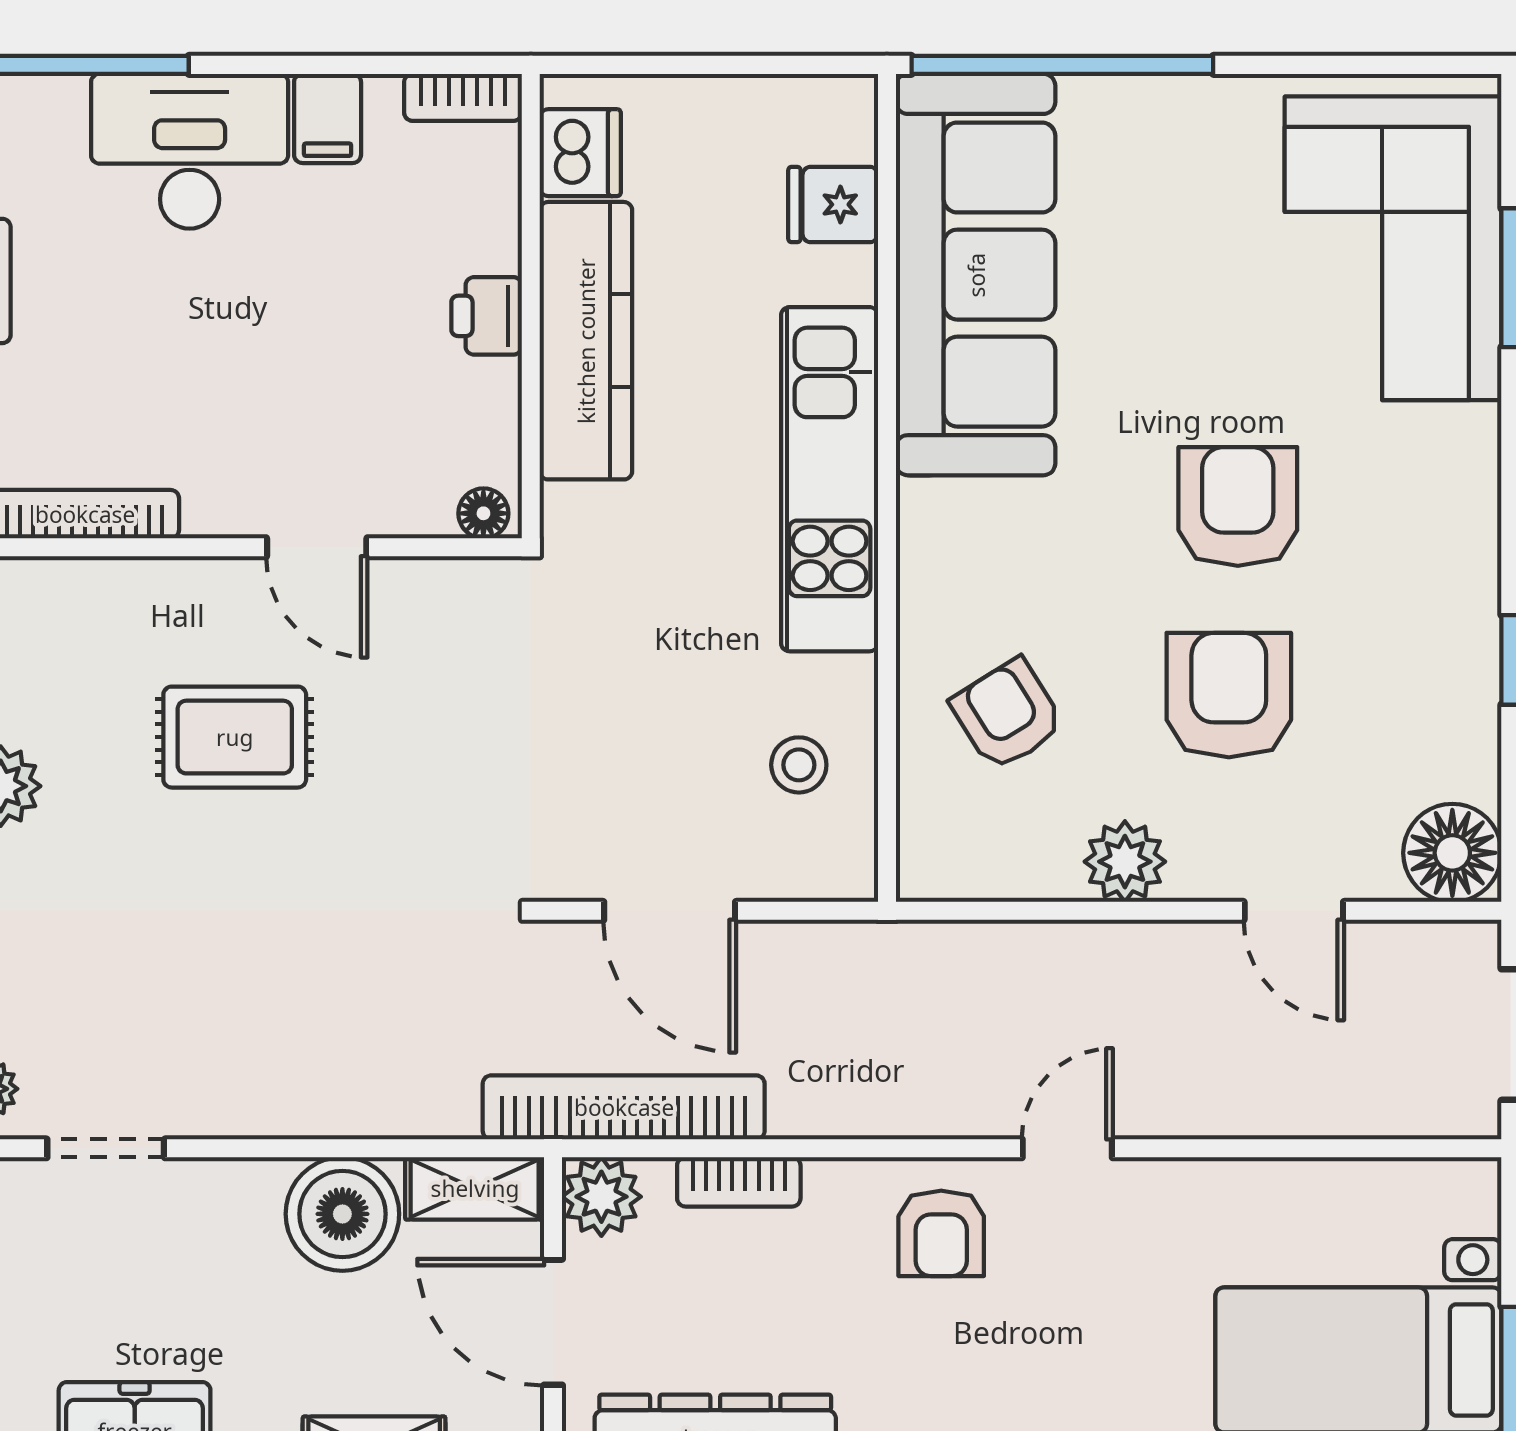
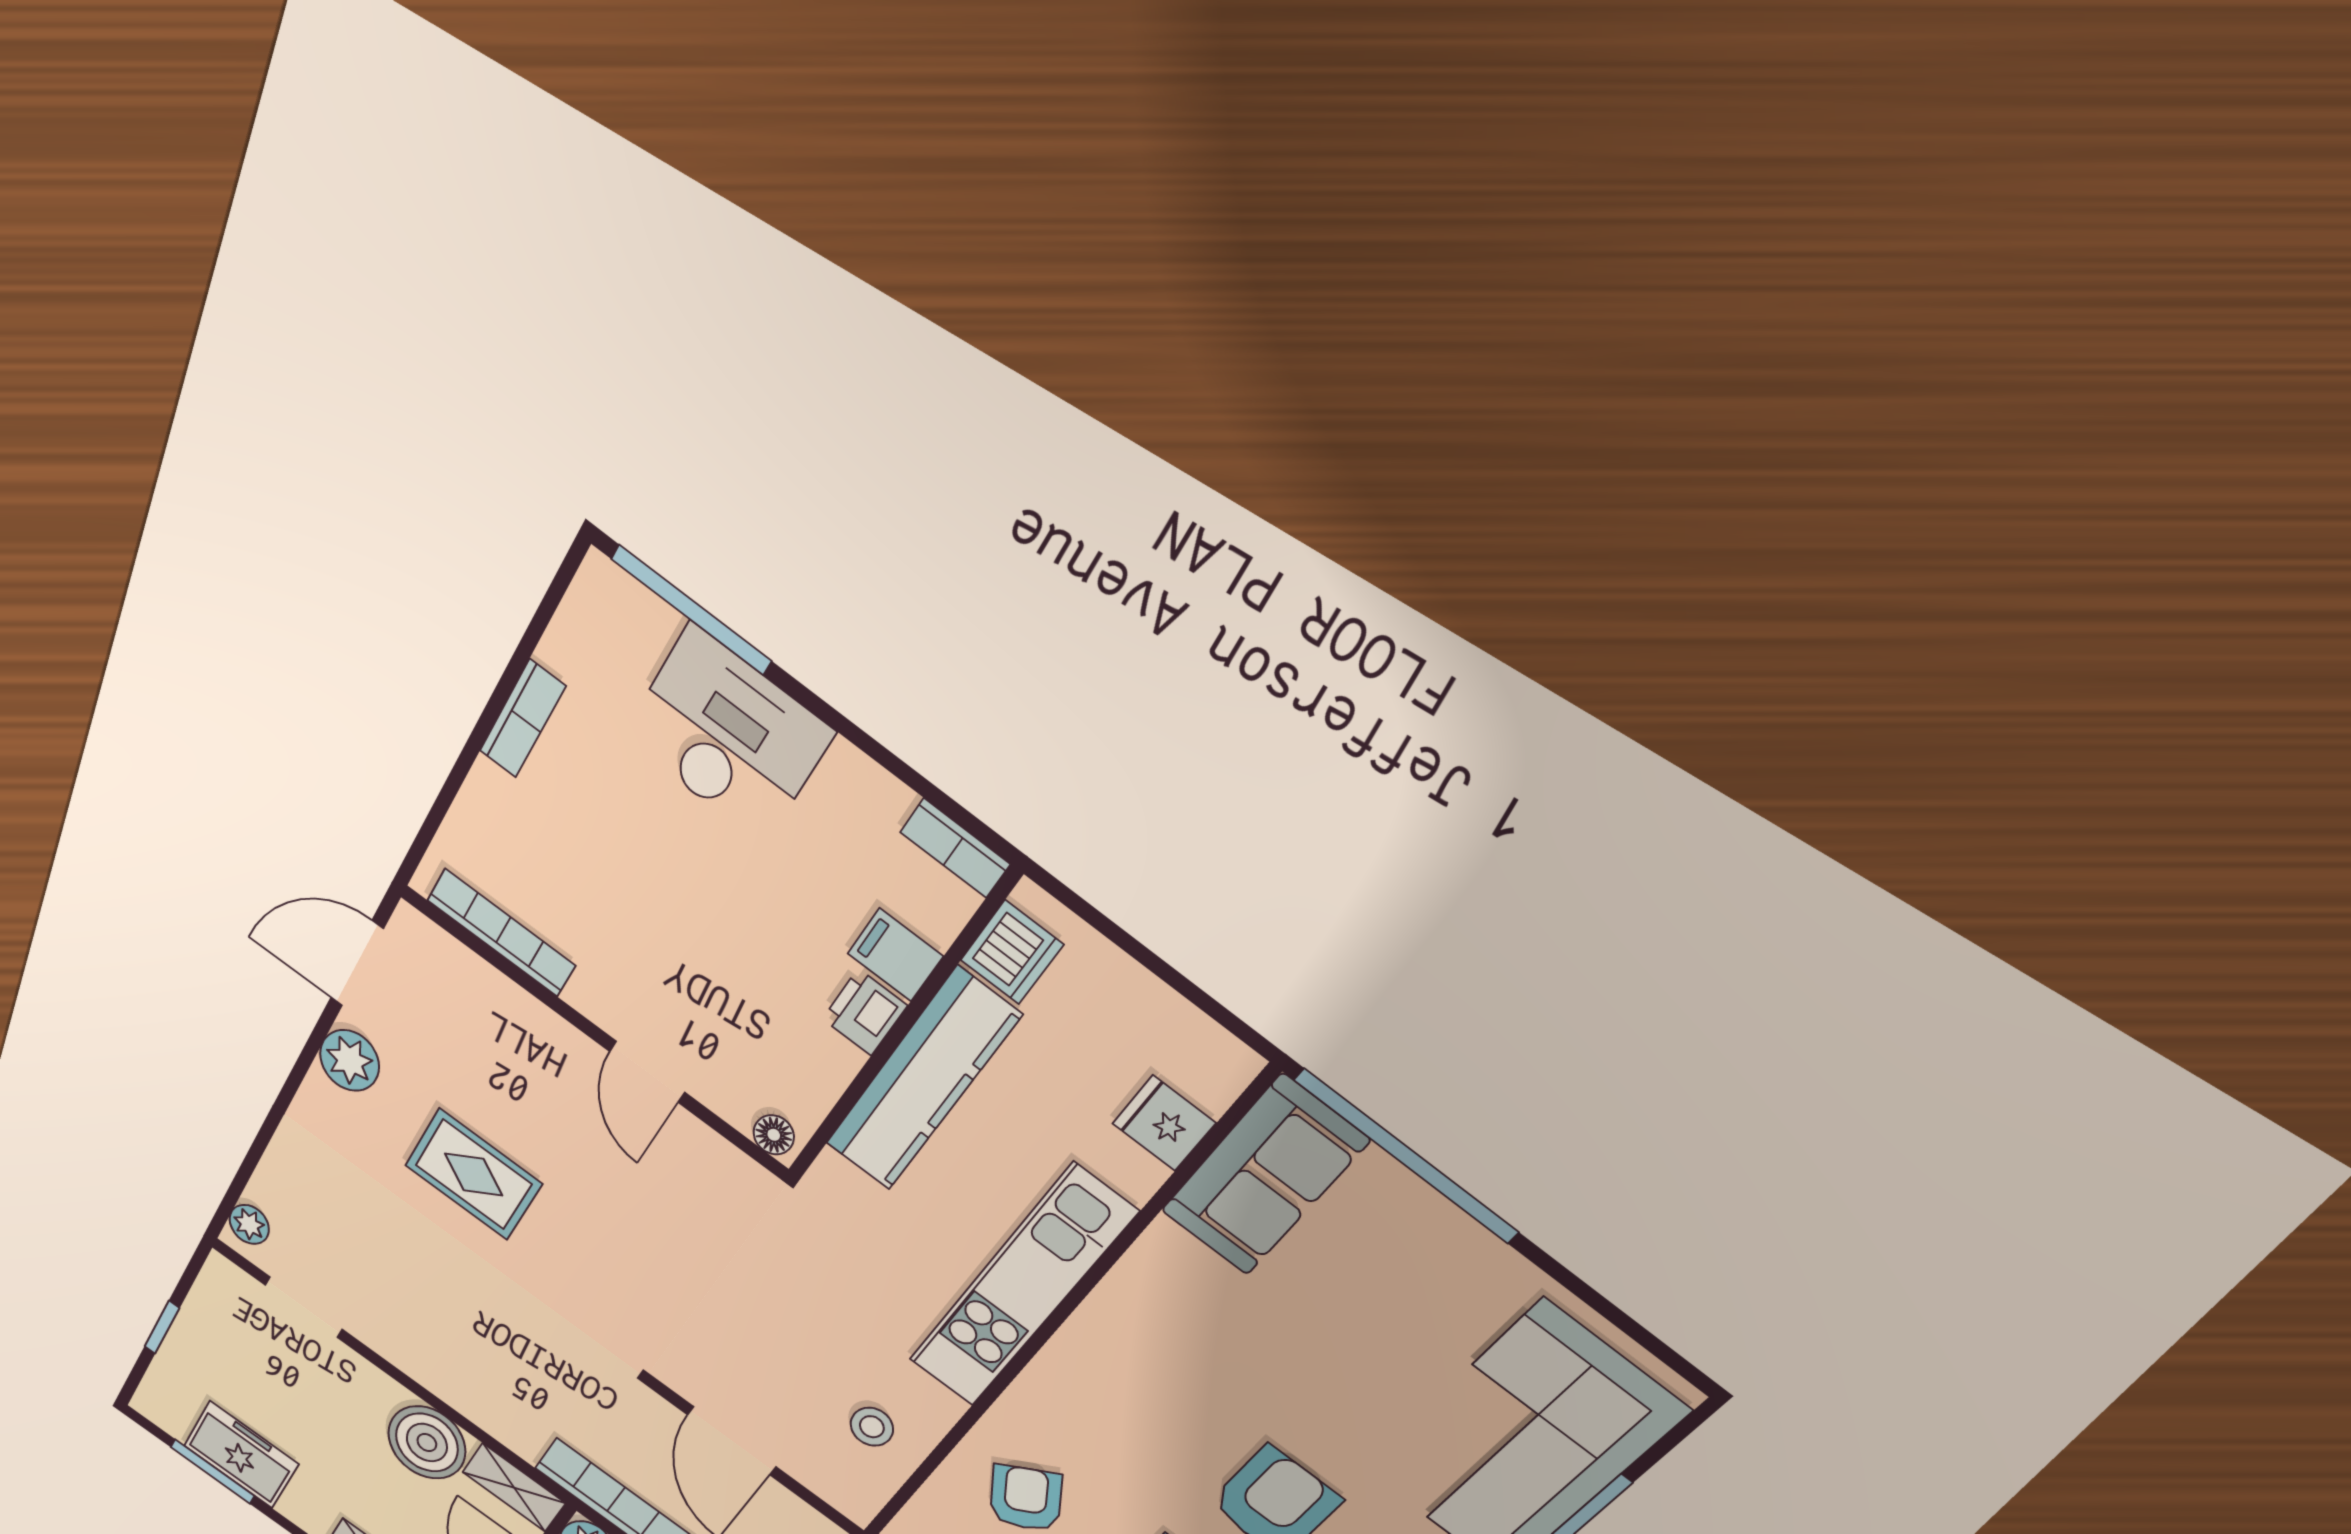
filing cabinet: (328, 118) -> (895, 955), moved, turned 90
sofa: (976, 275) -> (1264, 1176), width x0.54, depth x0.79
rug: (235, 737) -> (474, 1175), moved

